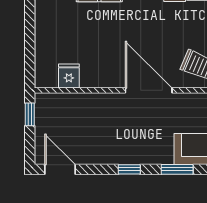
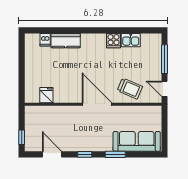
window: (30, 114) -> (22, 137), moved
door: (60, 169) -> (52, 154), moved

